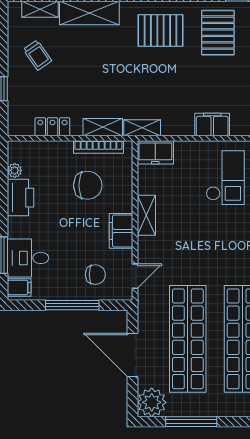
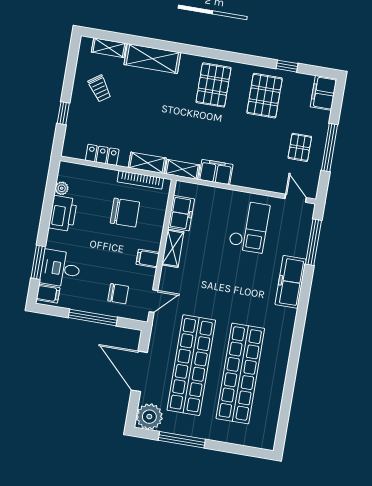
pallet: (160, 30) -> (213, 85), turned 90
filing cabinet: (212, 125) -> (216, 172), moved
freezer: (155, 152) -> (181, 213), moved, turned -90
filing cabinet: (121, 231) -> (148, 258), width x0.50

